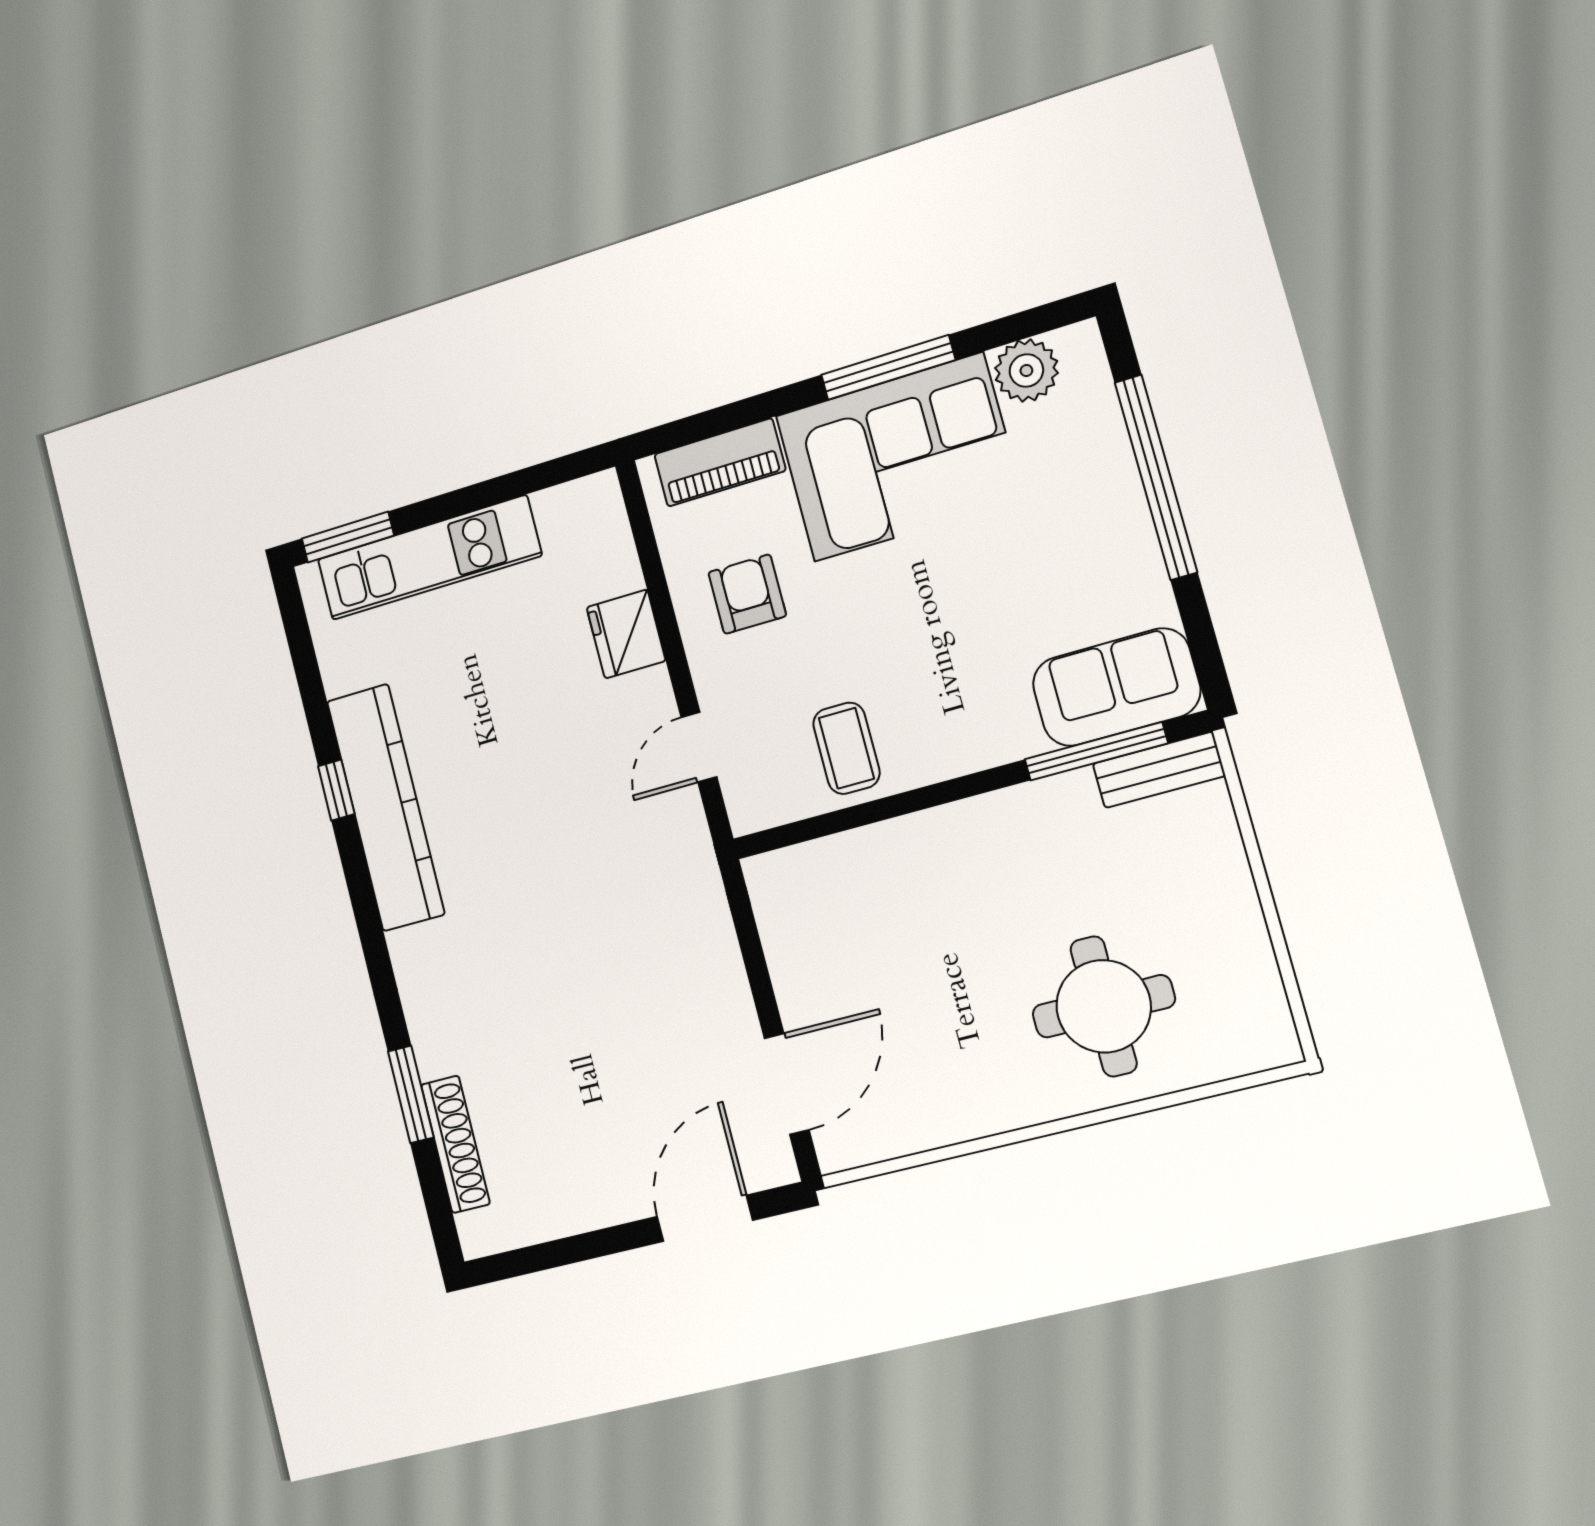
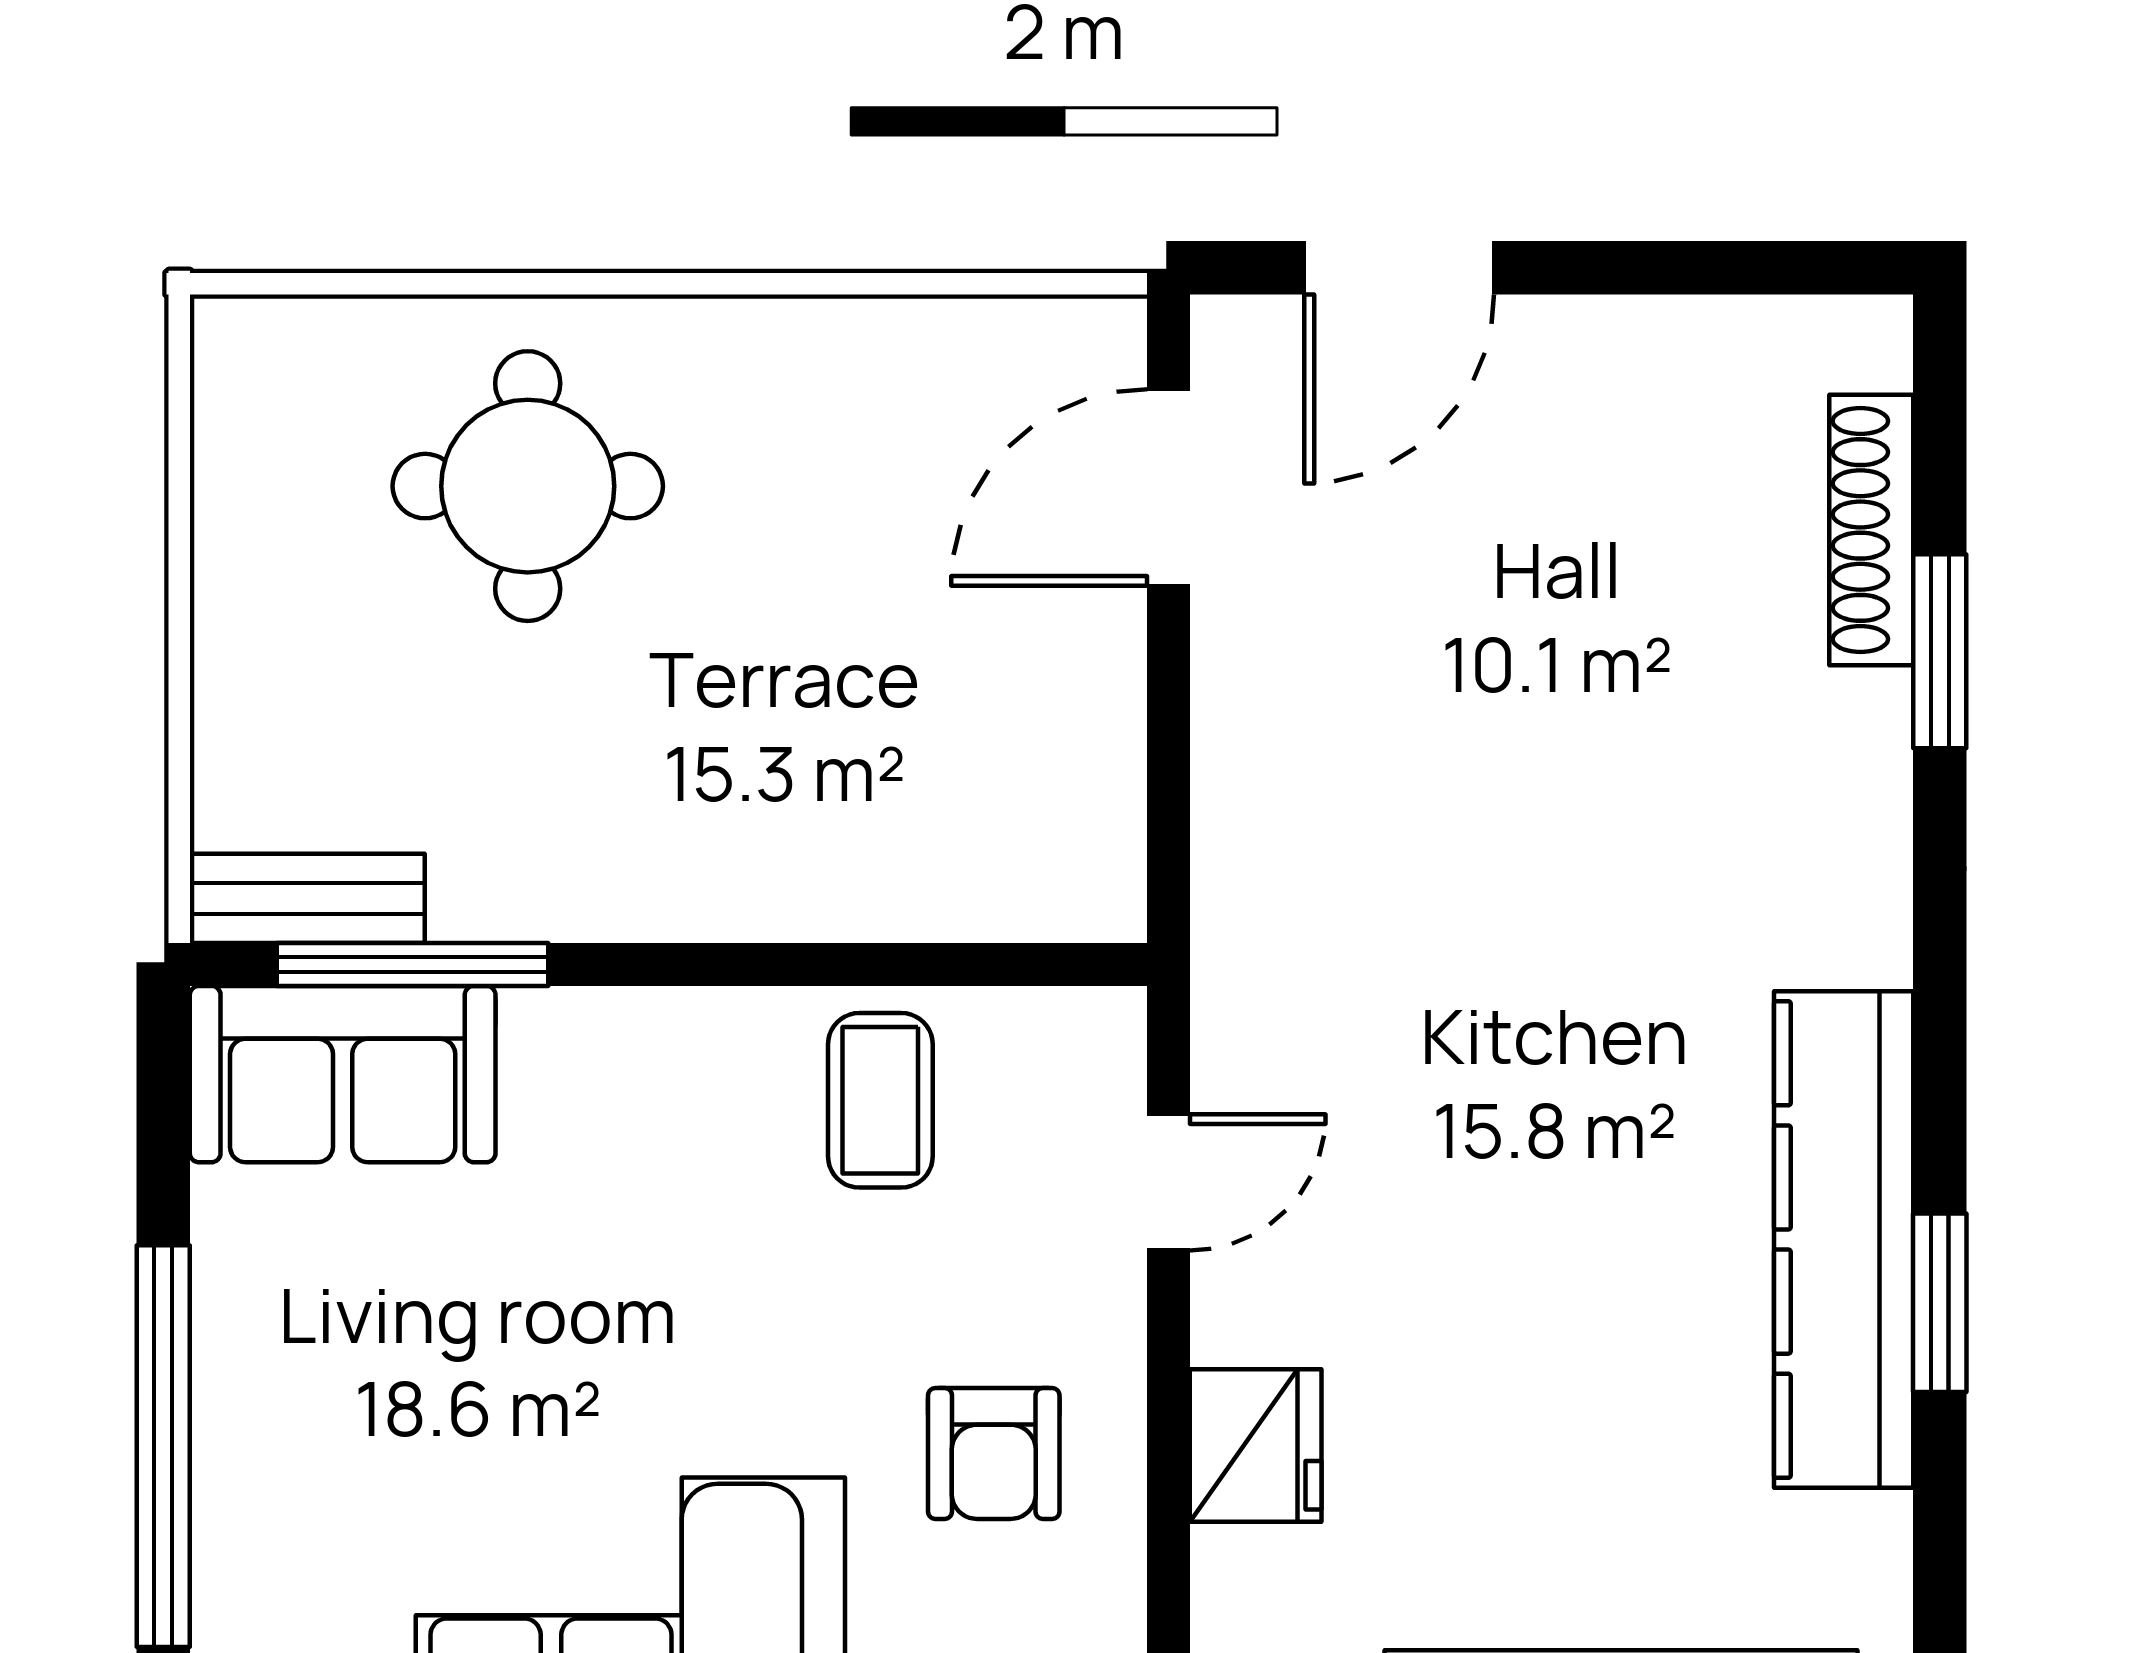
window: (336, 790) -> (1940, 1303), width x1.50

